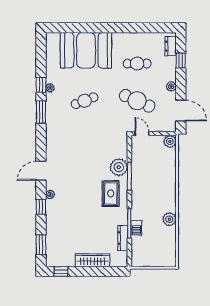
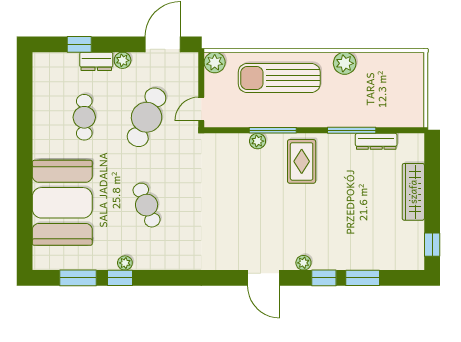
dresser: (171, 46) -> (96, 61), moved
window: (41, 112) -> (78, 278), moved
plant: (119, 167) -> (258, 141), width x0.53, depth x0.53
sun lounger: (161, 180) -> (279, 78), added
rug: (111, 193) -> (302, 161), turned 90
barbecue: (136, 228) -> (359, 119), removed
window: (41, 245) -> (363, 278), moved

